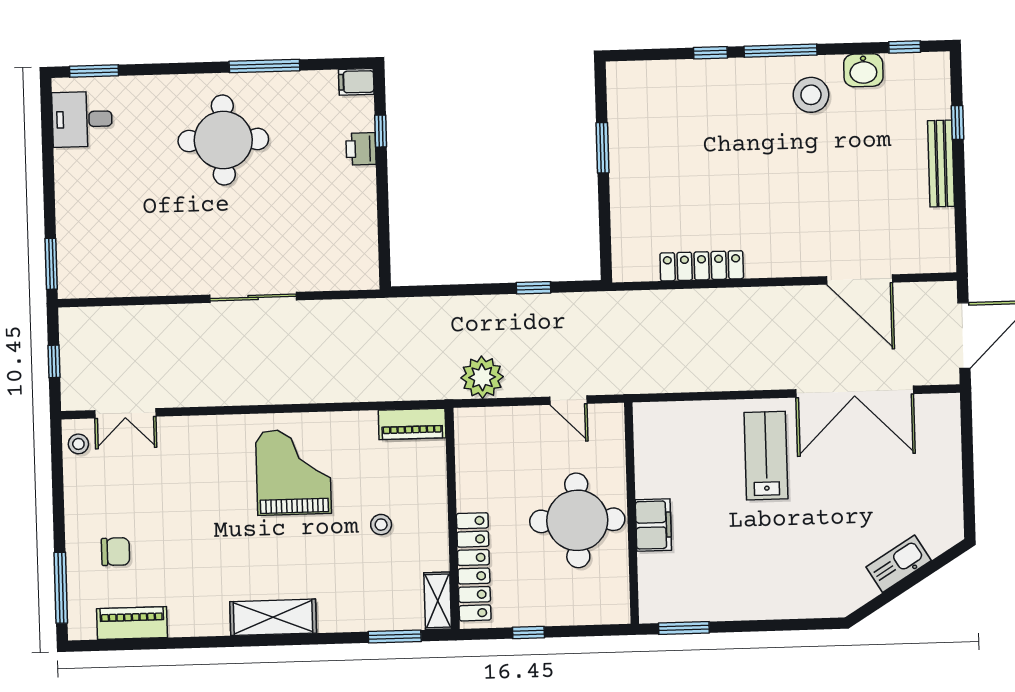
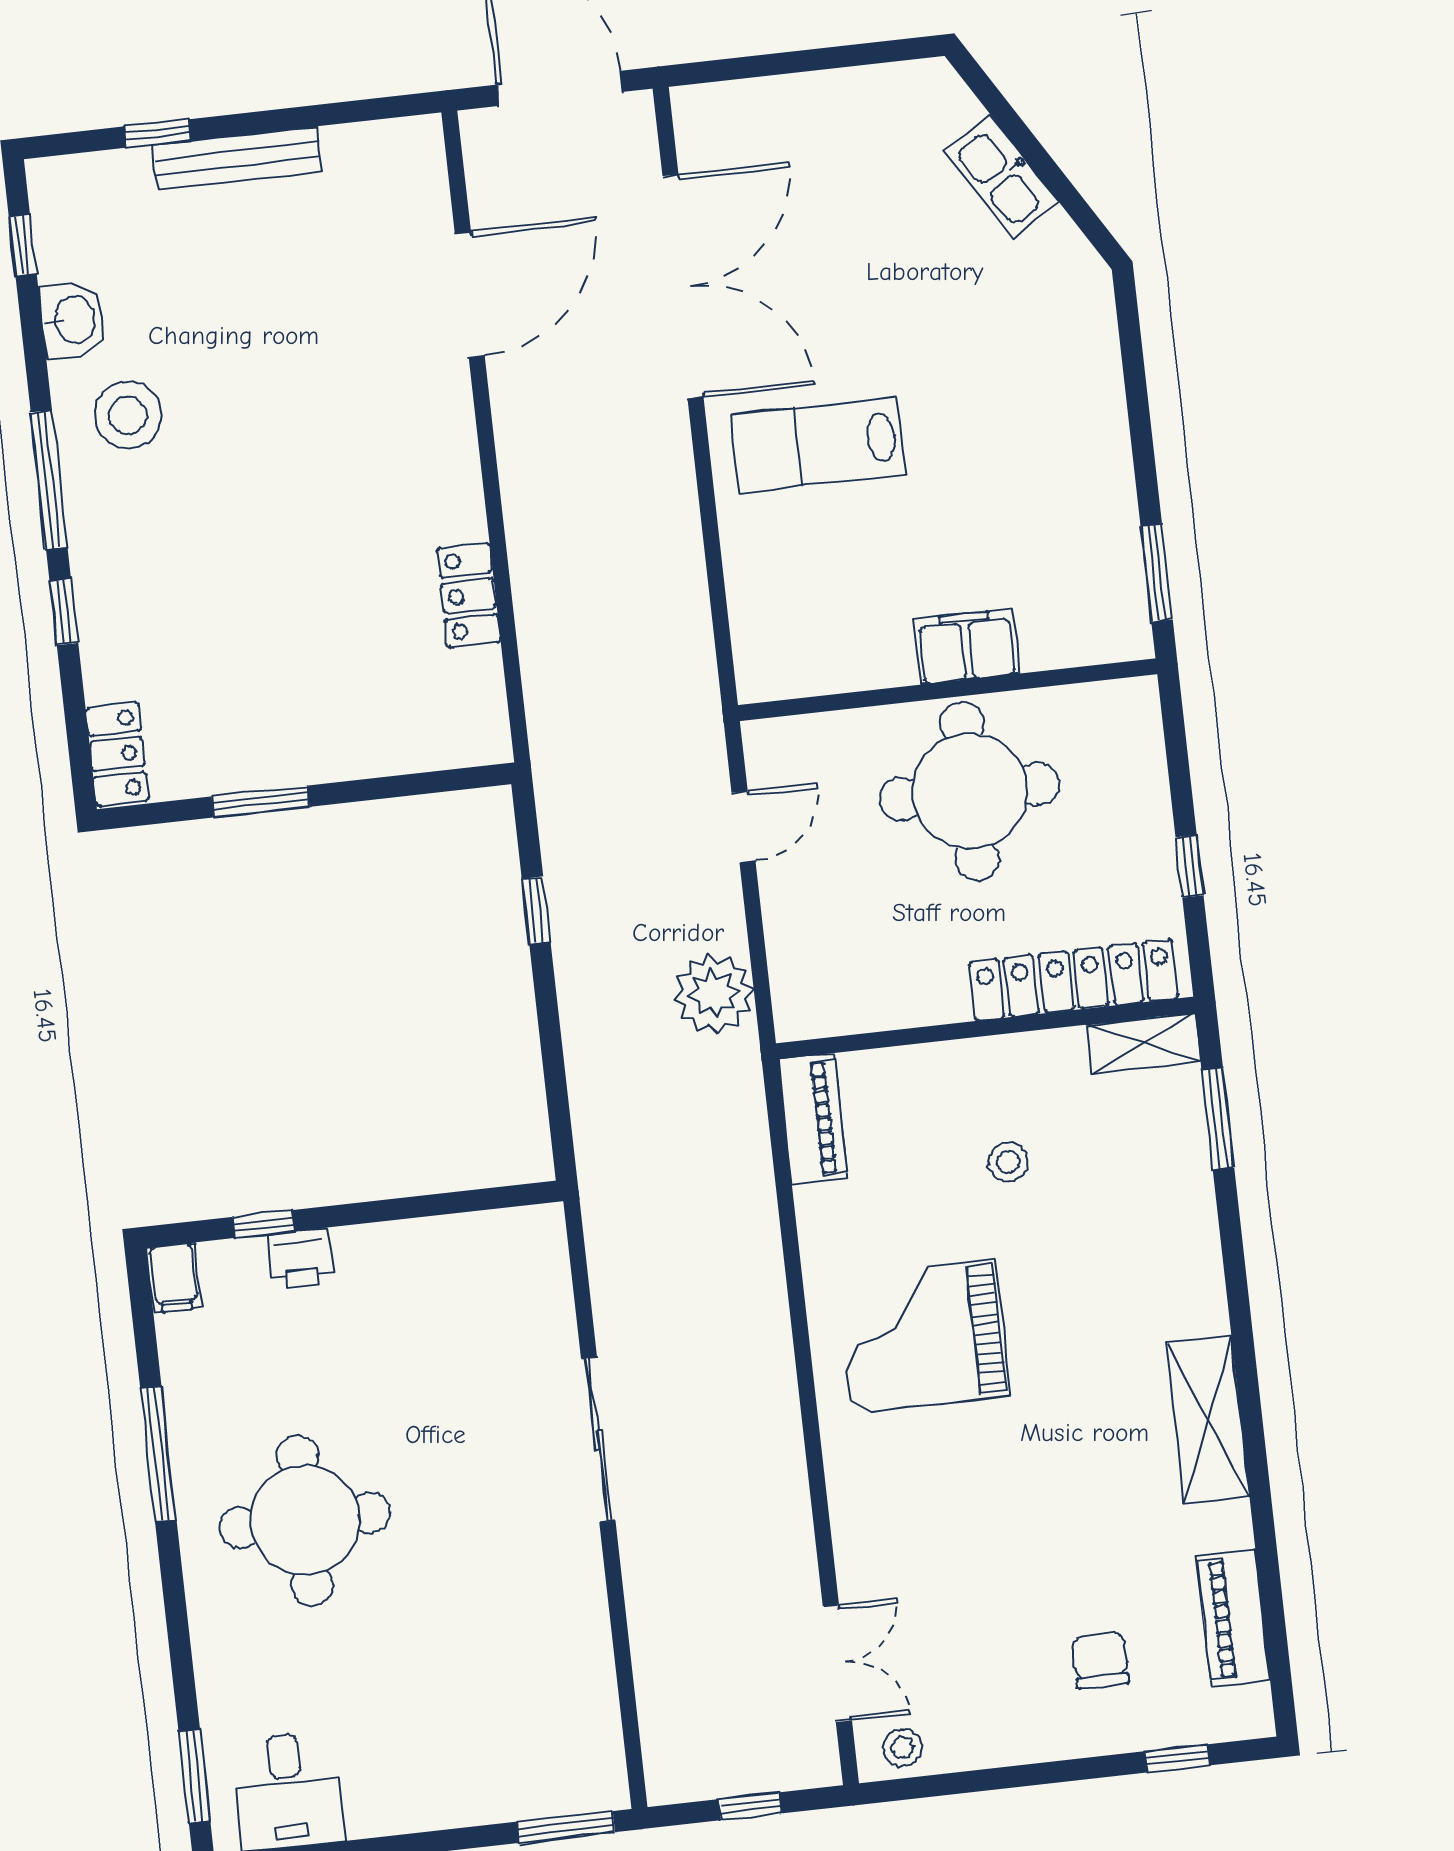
locker: (634, 75) -> (117, 754), added
locker: (702, 266) -> (469, 595), width x0.66
window: (61, 588) -> (1178, 1758), width x0.46
shelving: (273, 617) -> (1208, 1420), moved

